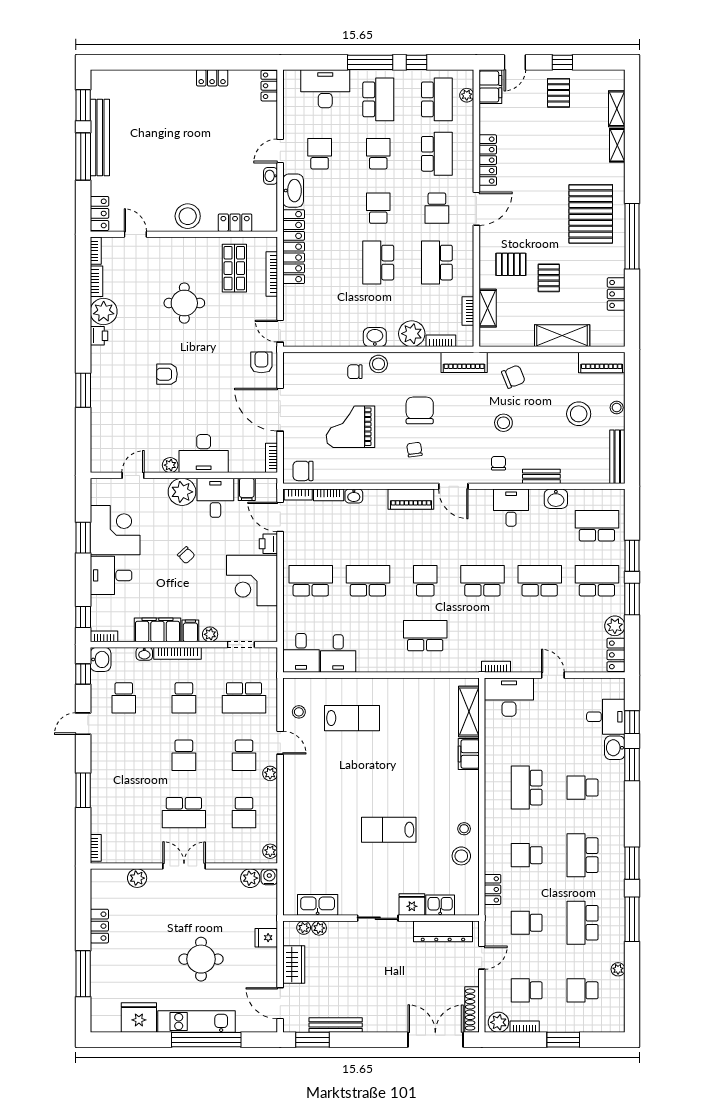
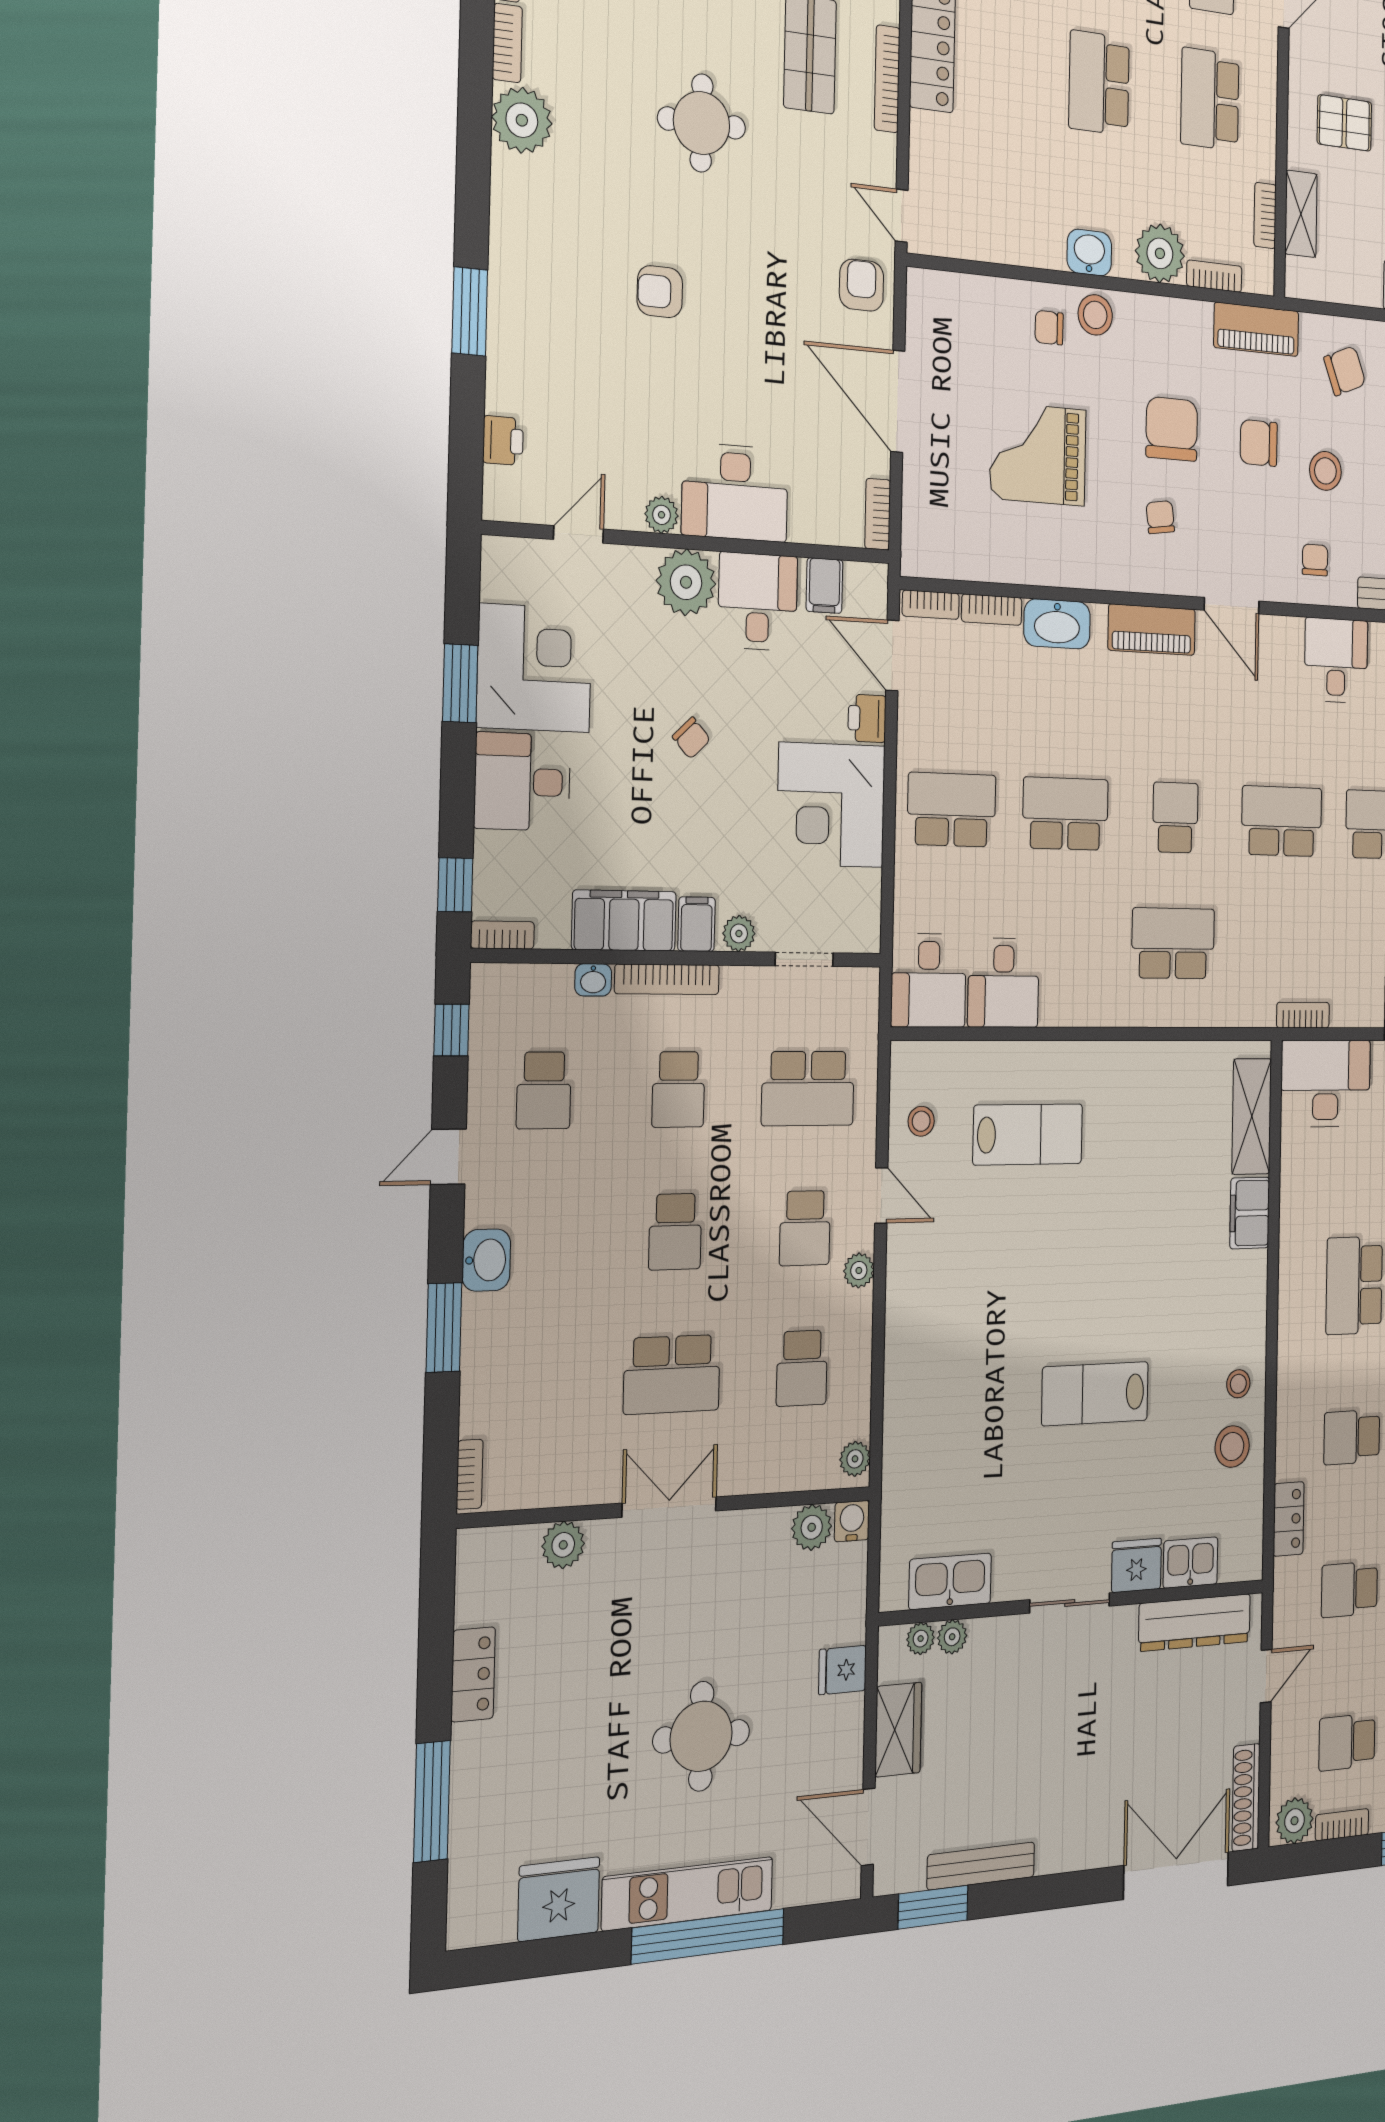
printer: (99, 336) -> (503, 441), moved
chair: (303, 471) -> (1259, 443), moved
washbasin: (354, 496) -> (1057, 624), width x1.91, depth x1.45
washbasin: (101, 659) -> (486, 1260), moved

